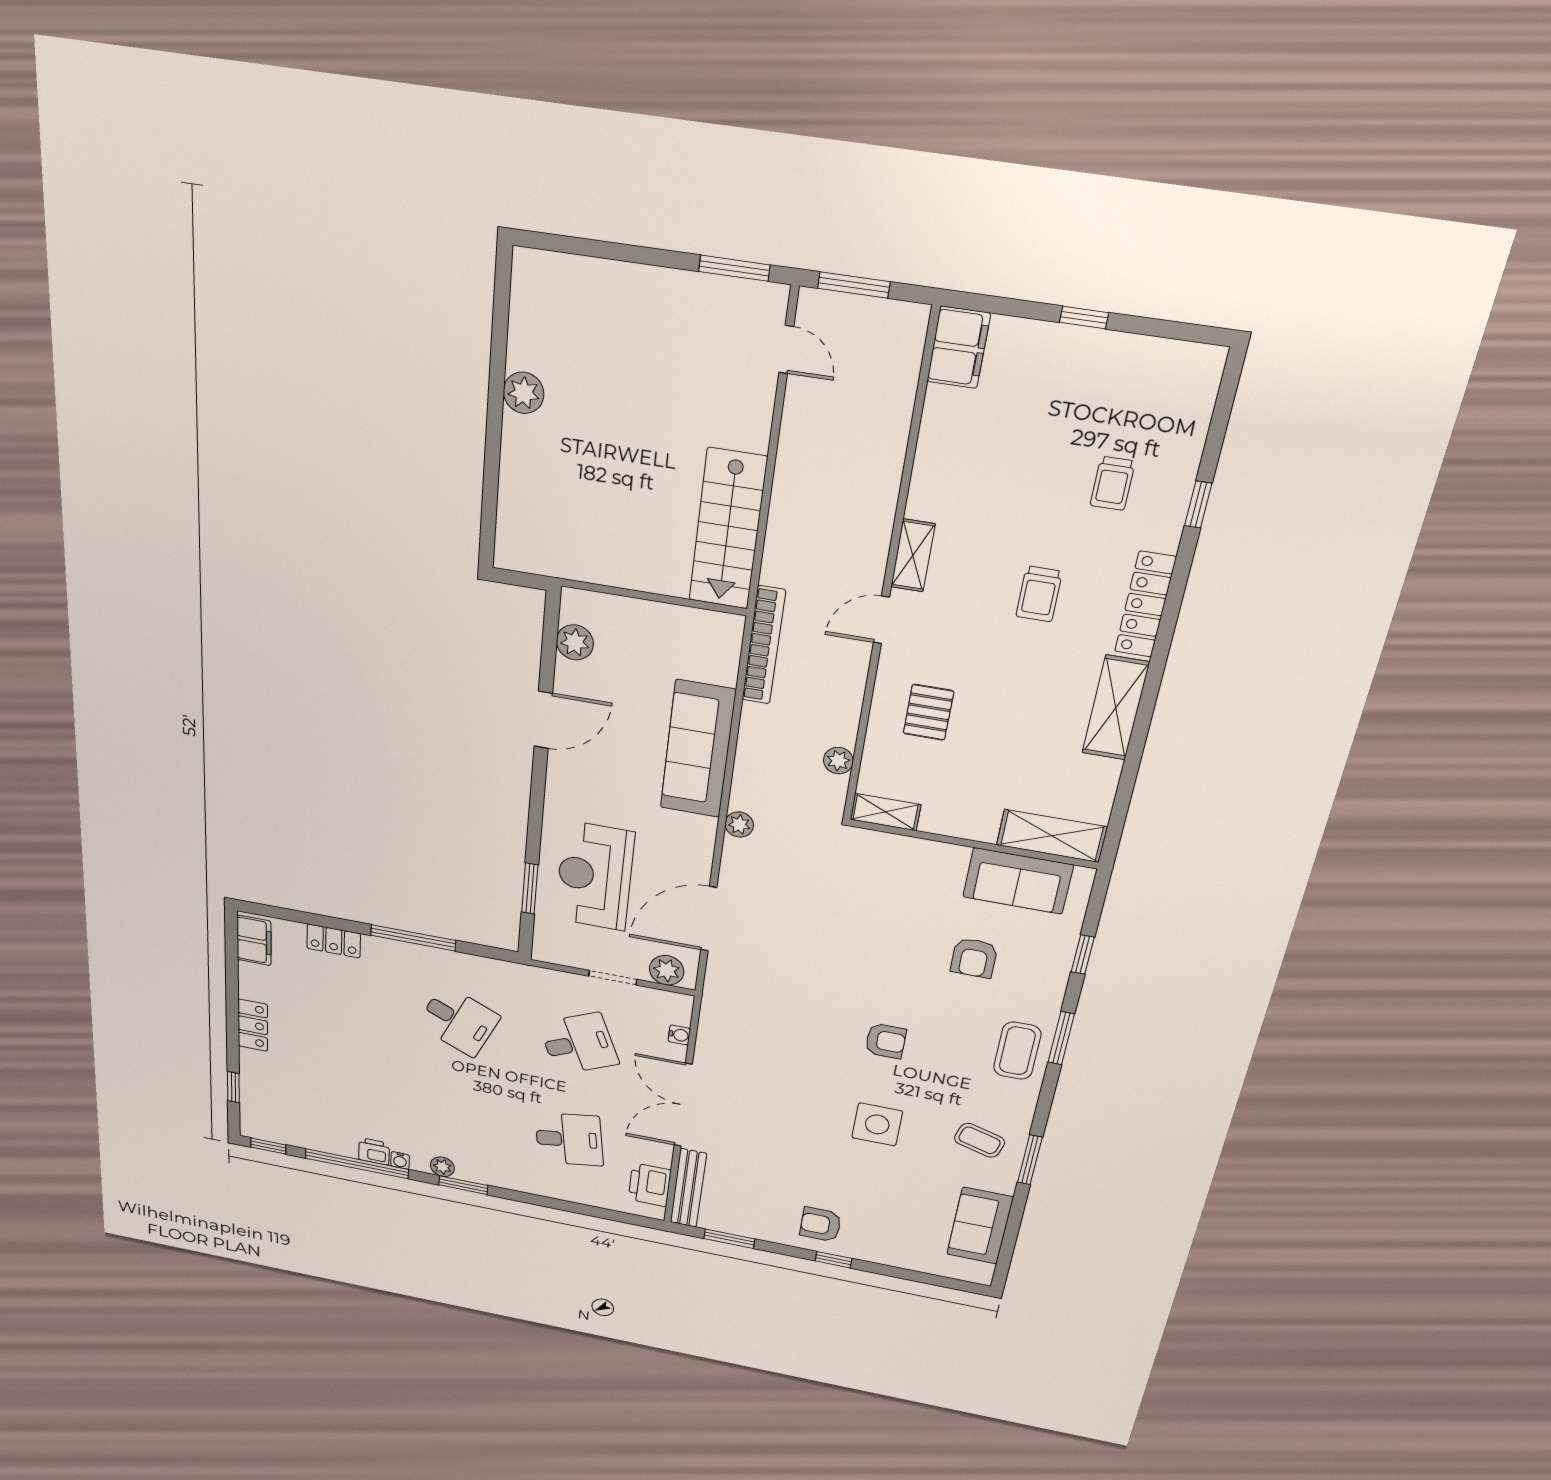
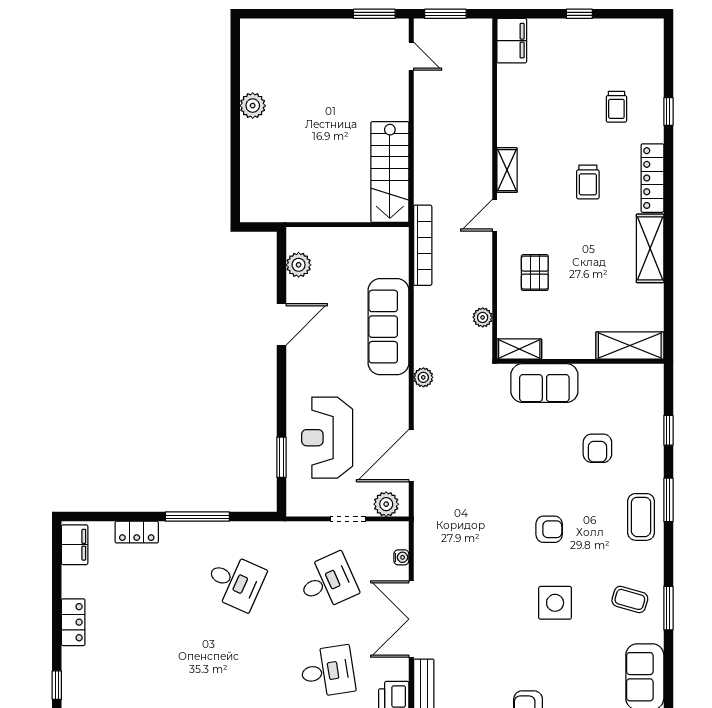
sofa: (1018, 881) -> (544, 383), moved

